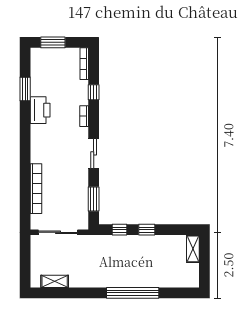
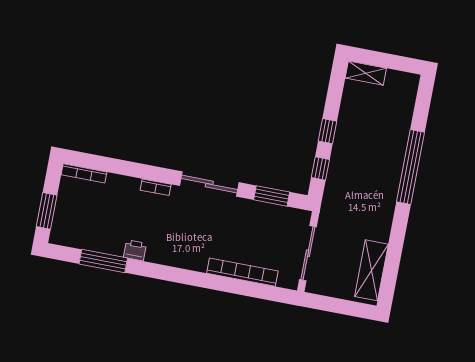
window: (25, 89) -> (103, 261), width x1.44
window: (94, 92) -> (125, 168), removed
printer: (40, 110) -> (135, 250), width x0.53, depth x0.68
sliding door: (94, 153) -> (209, 184), width x1.37
shelving: (55, 281) -> (371, 270), width x1.50, depth x1.33

